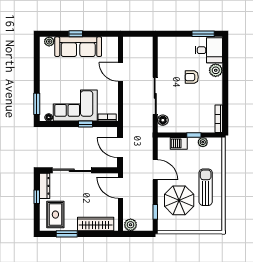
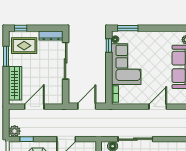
window: (85, 124) -> (109, 46), moved
door: (121, 188) -> (34, 107), moved
window: (37, 197) -> (21, 28), moved
plant: (131, 225) -> (15, 131), moved

